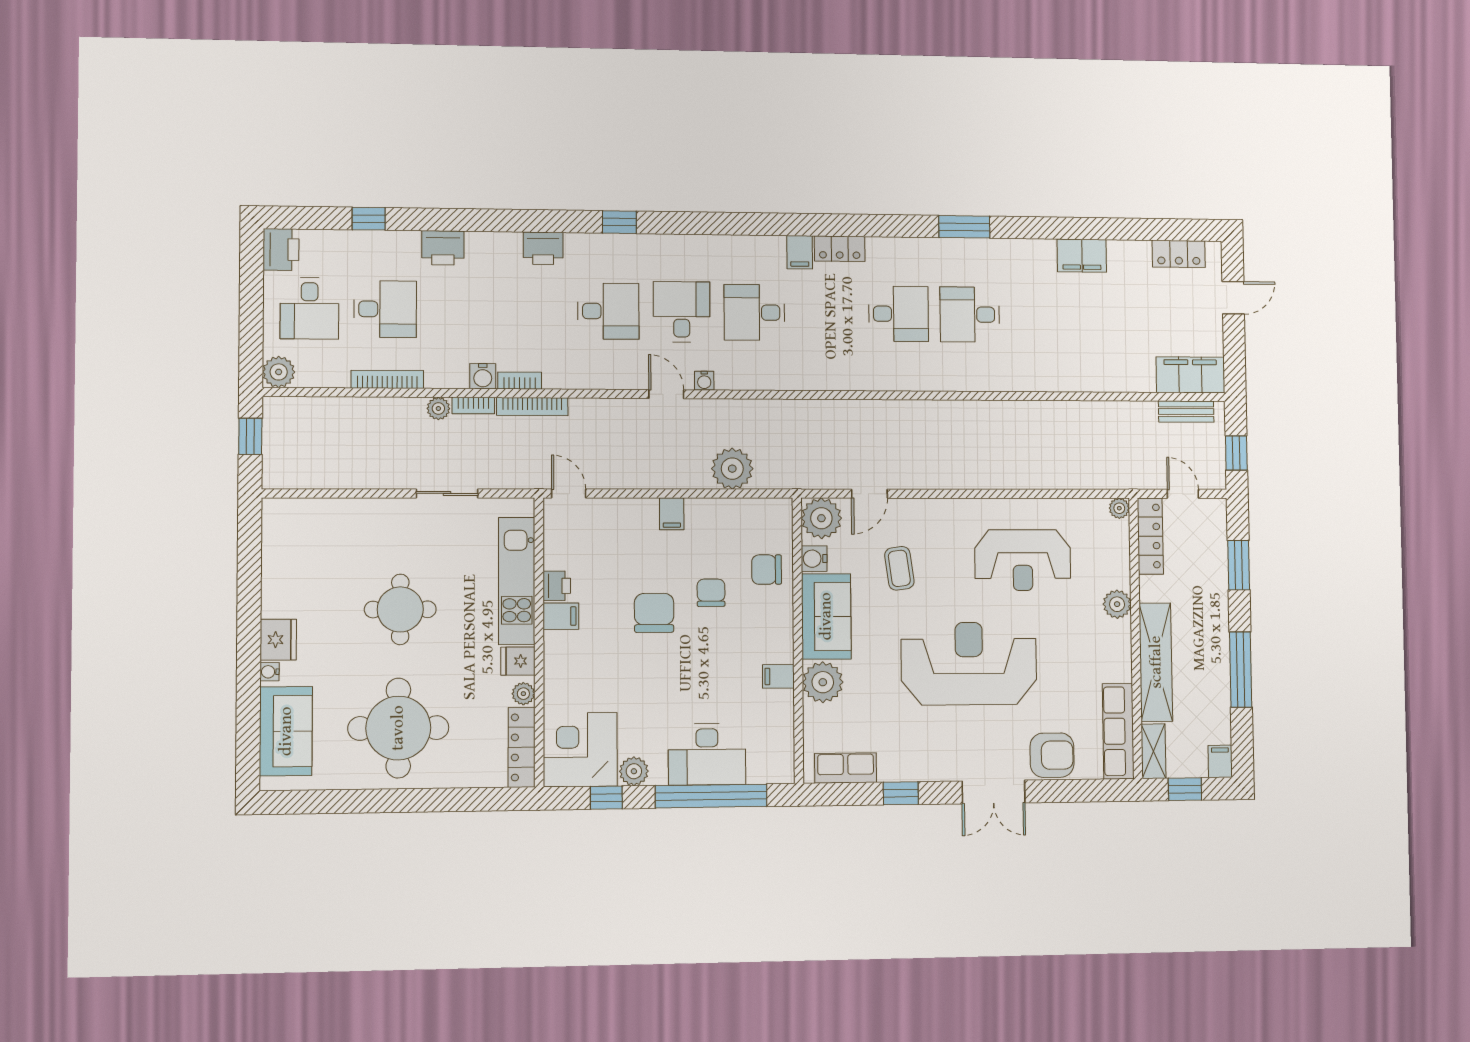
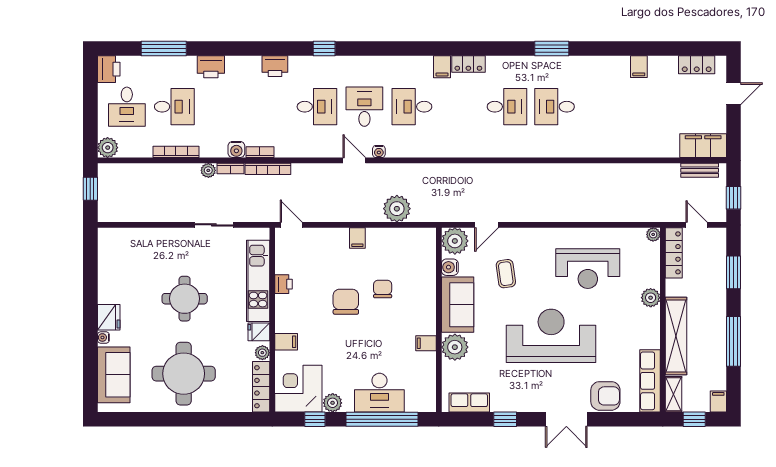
window: (369, 219) -> (164, 48), width x2.17
filing cabinet: (1082, 256) -> (639, 67), width x0.50
chair: (767, 570) -> (419, 274), removed
filing cabinet: (561, 616) -> (286, 342), moved

